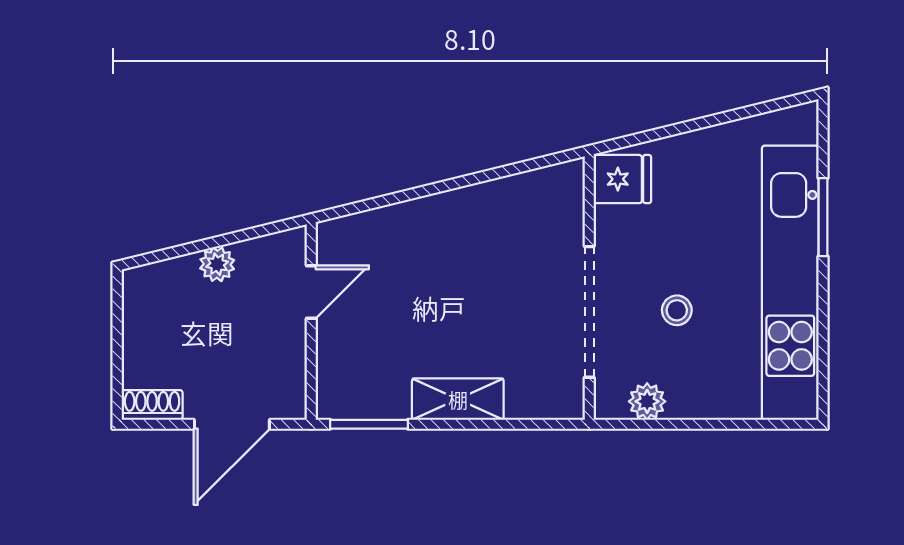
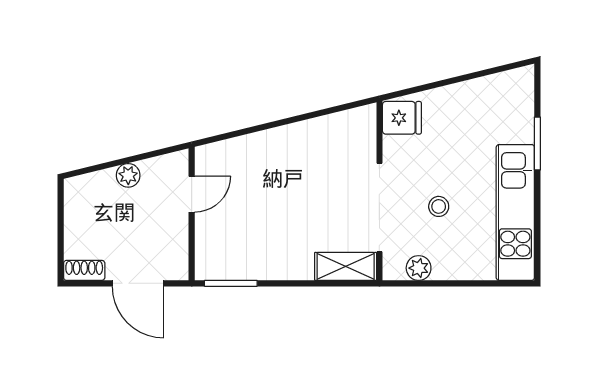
kitchen unit: (790, 283) -> (515, 212), width x0.73
shelving: (458, 399) -> (346, 266), moved
door: (232, 424) -> (138, 283), hinge flipped

